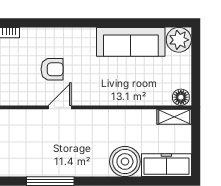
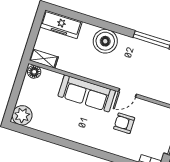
sofa: (131, 42) -> (87, 93), moved, turned 180
boiler: (125, 162) -> (105, 41), moved

